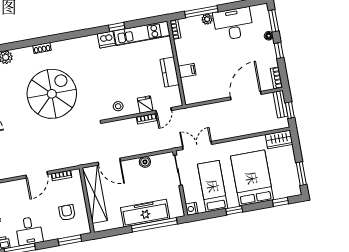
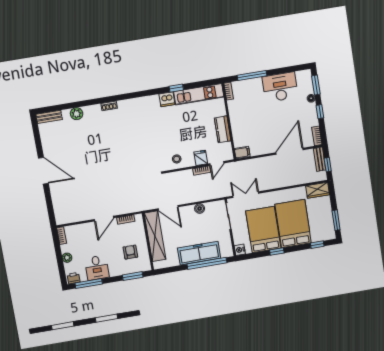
plant: (207, 19) -> (257, 83), removed
filing cabinet: (187, 70) -> (242, 153), moved
spiral stairs: (52, 94) -> (118, 147), removed
bed: (213, 186) -> (263, 230), width x1.50

